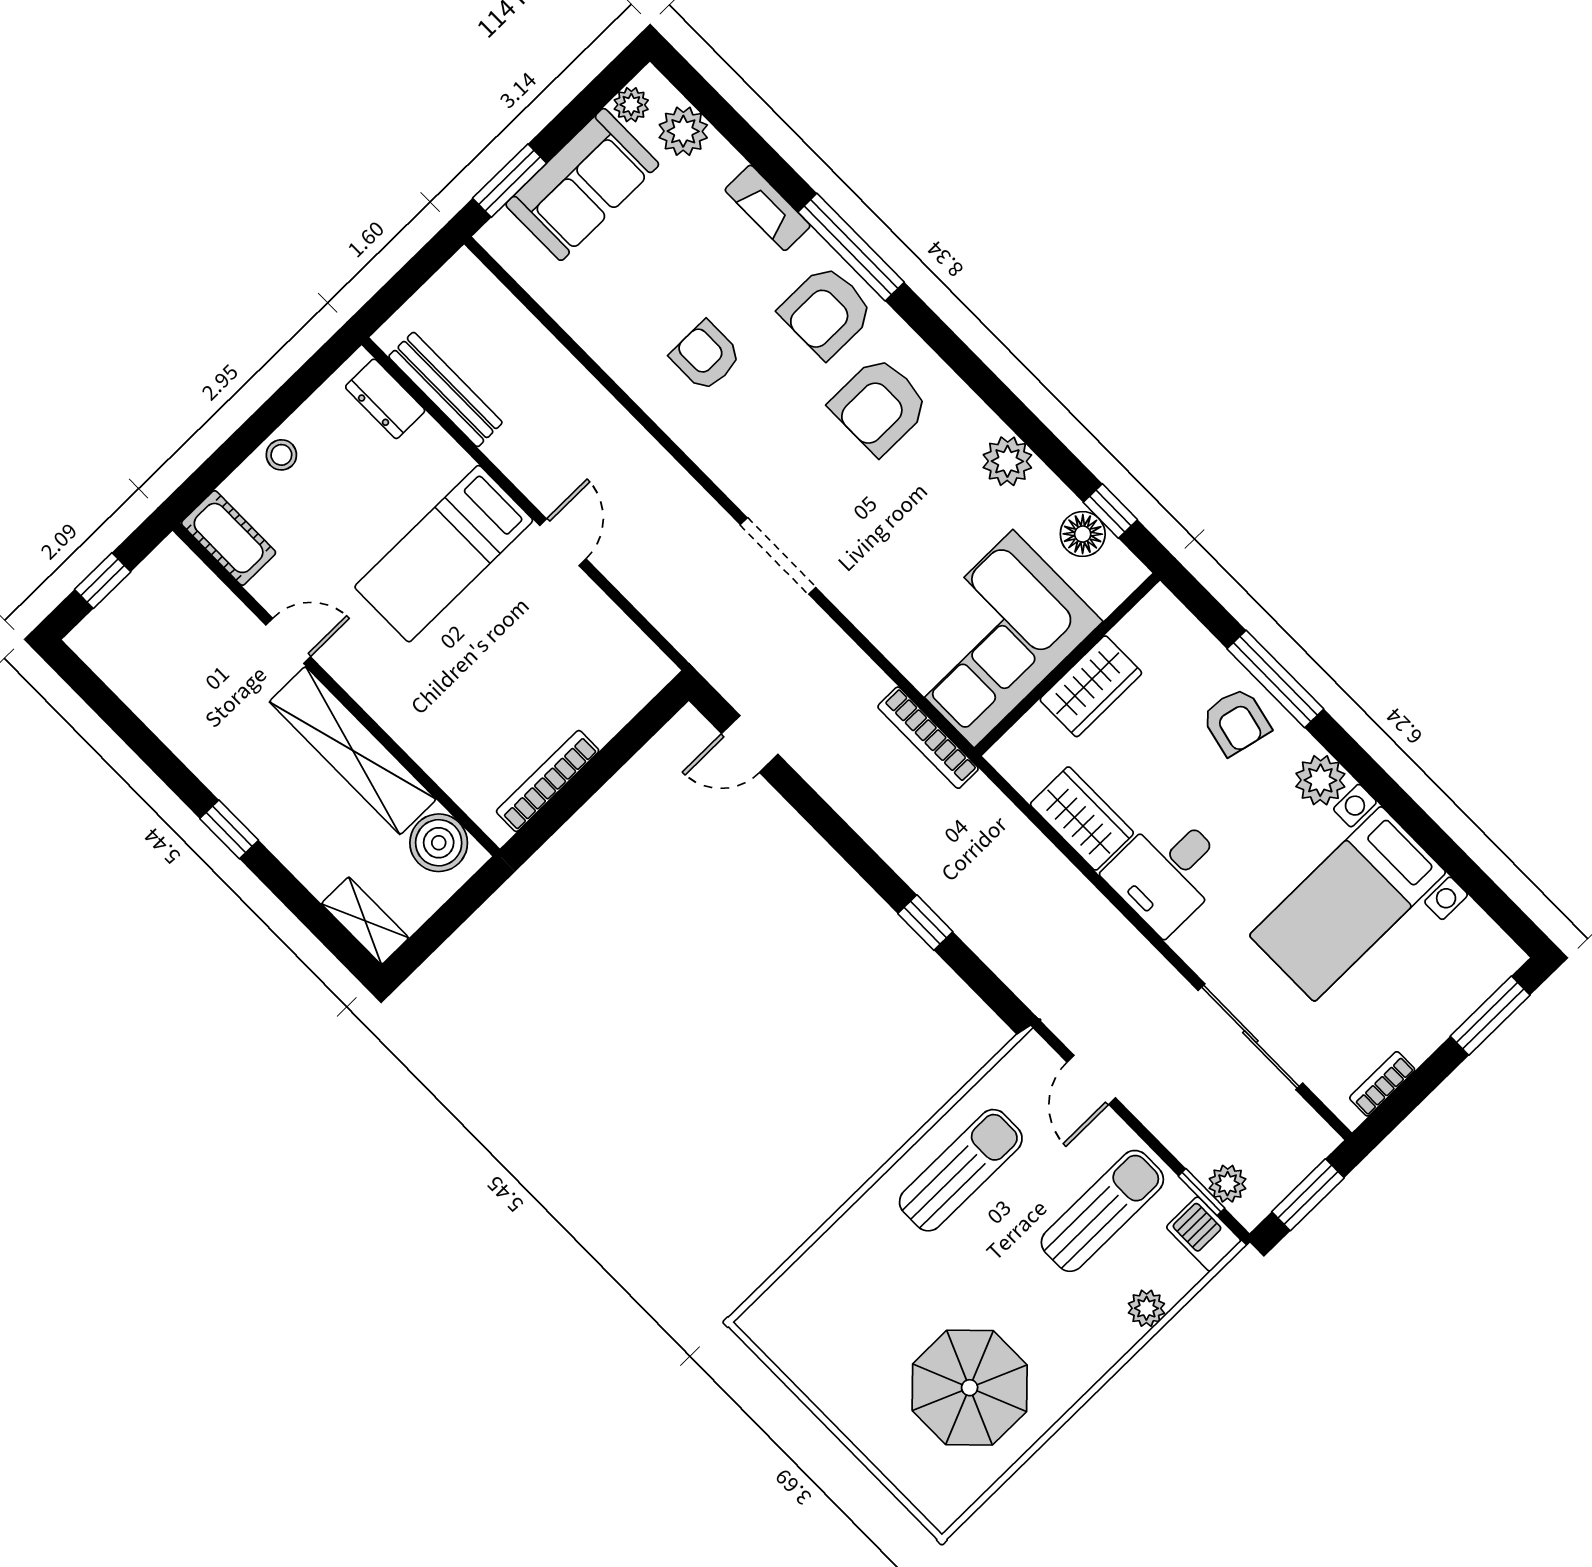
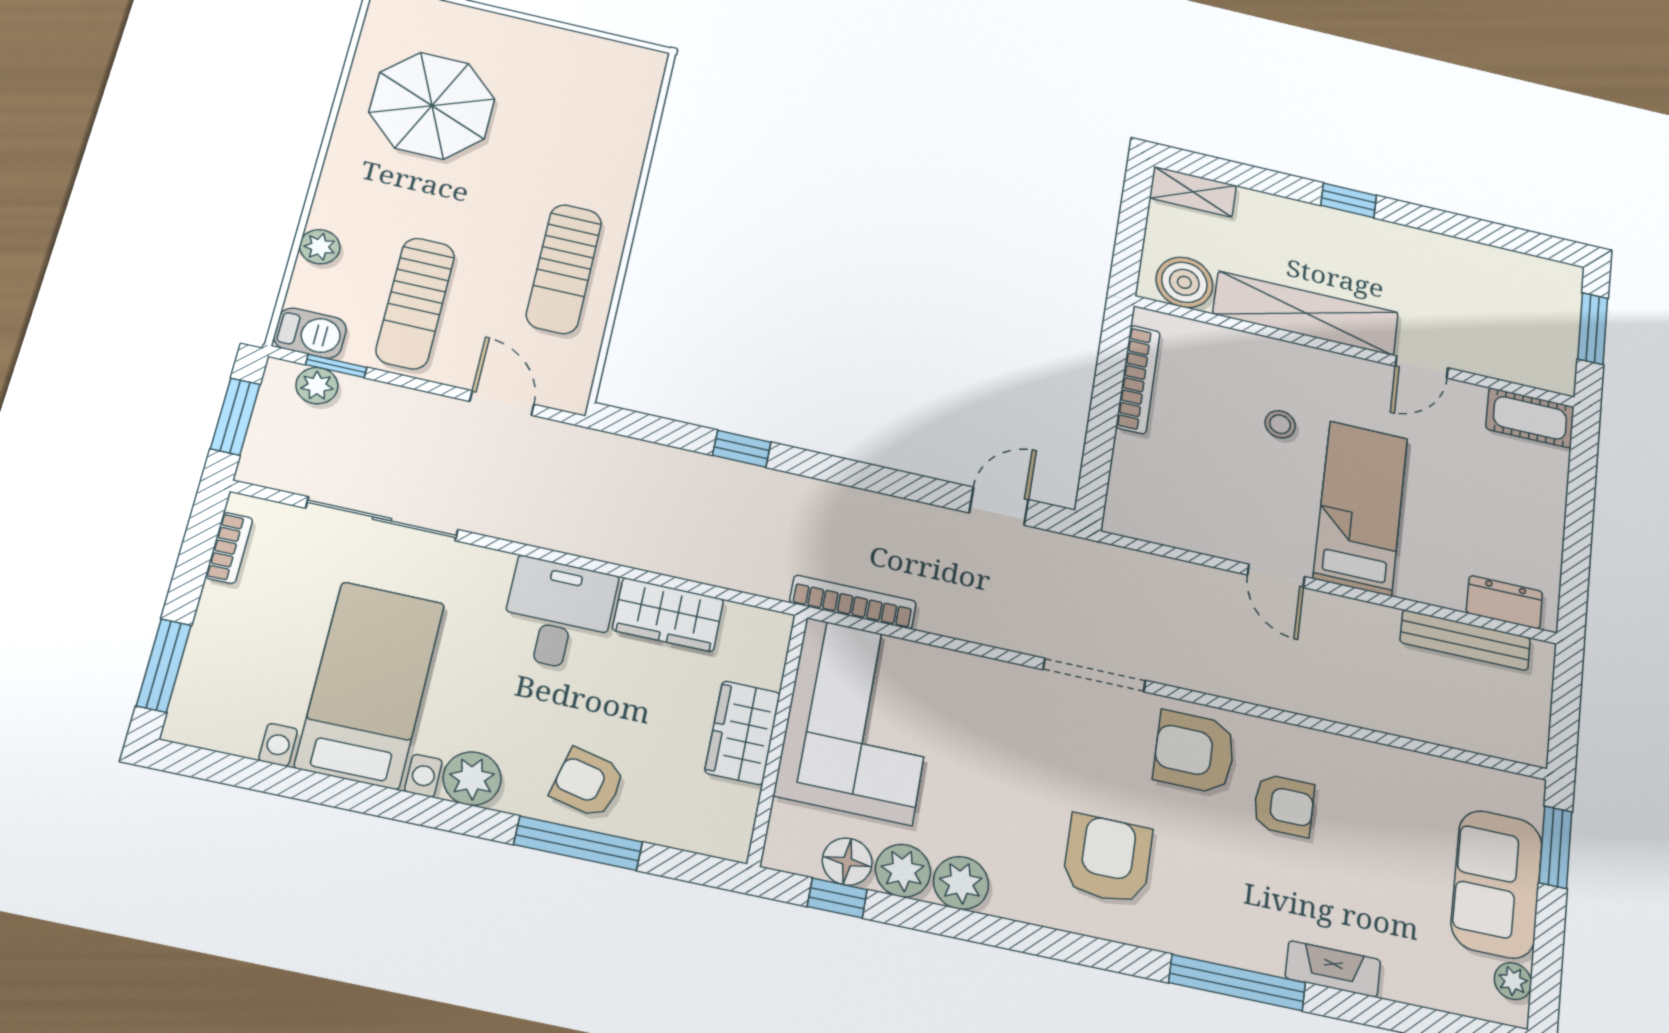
plant: (683, 131) -> (903, 871), moved
armchair: (826, 312) -> (1194, 752), moved, turned -90
stool: (281, 455) -> (1280, 424), moved
window: (103, 581) -> (1593, 329), width x1.50

